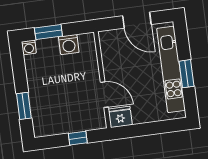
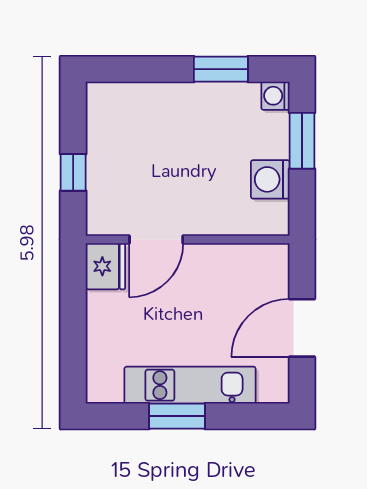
kitchen unit: (171, 69) -> (190, 385), width x0.73
window: (24, 106) -> (221, 69), moved

